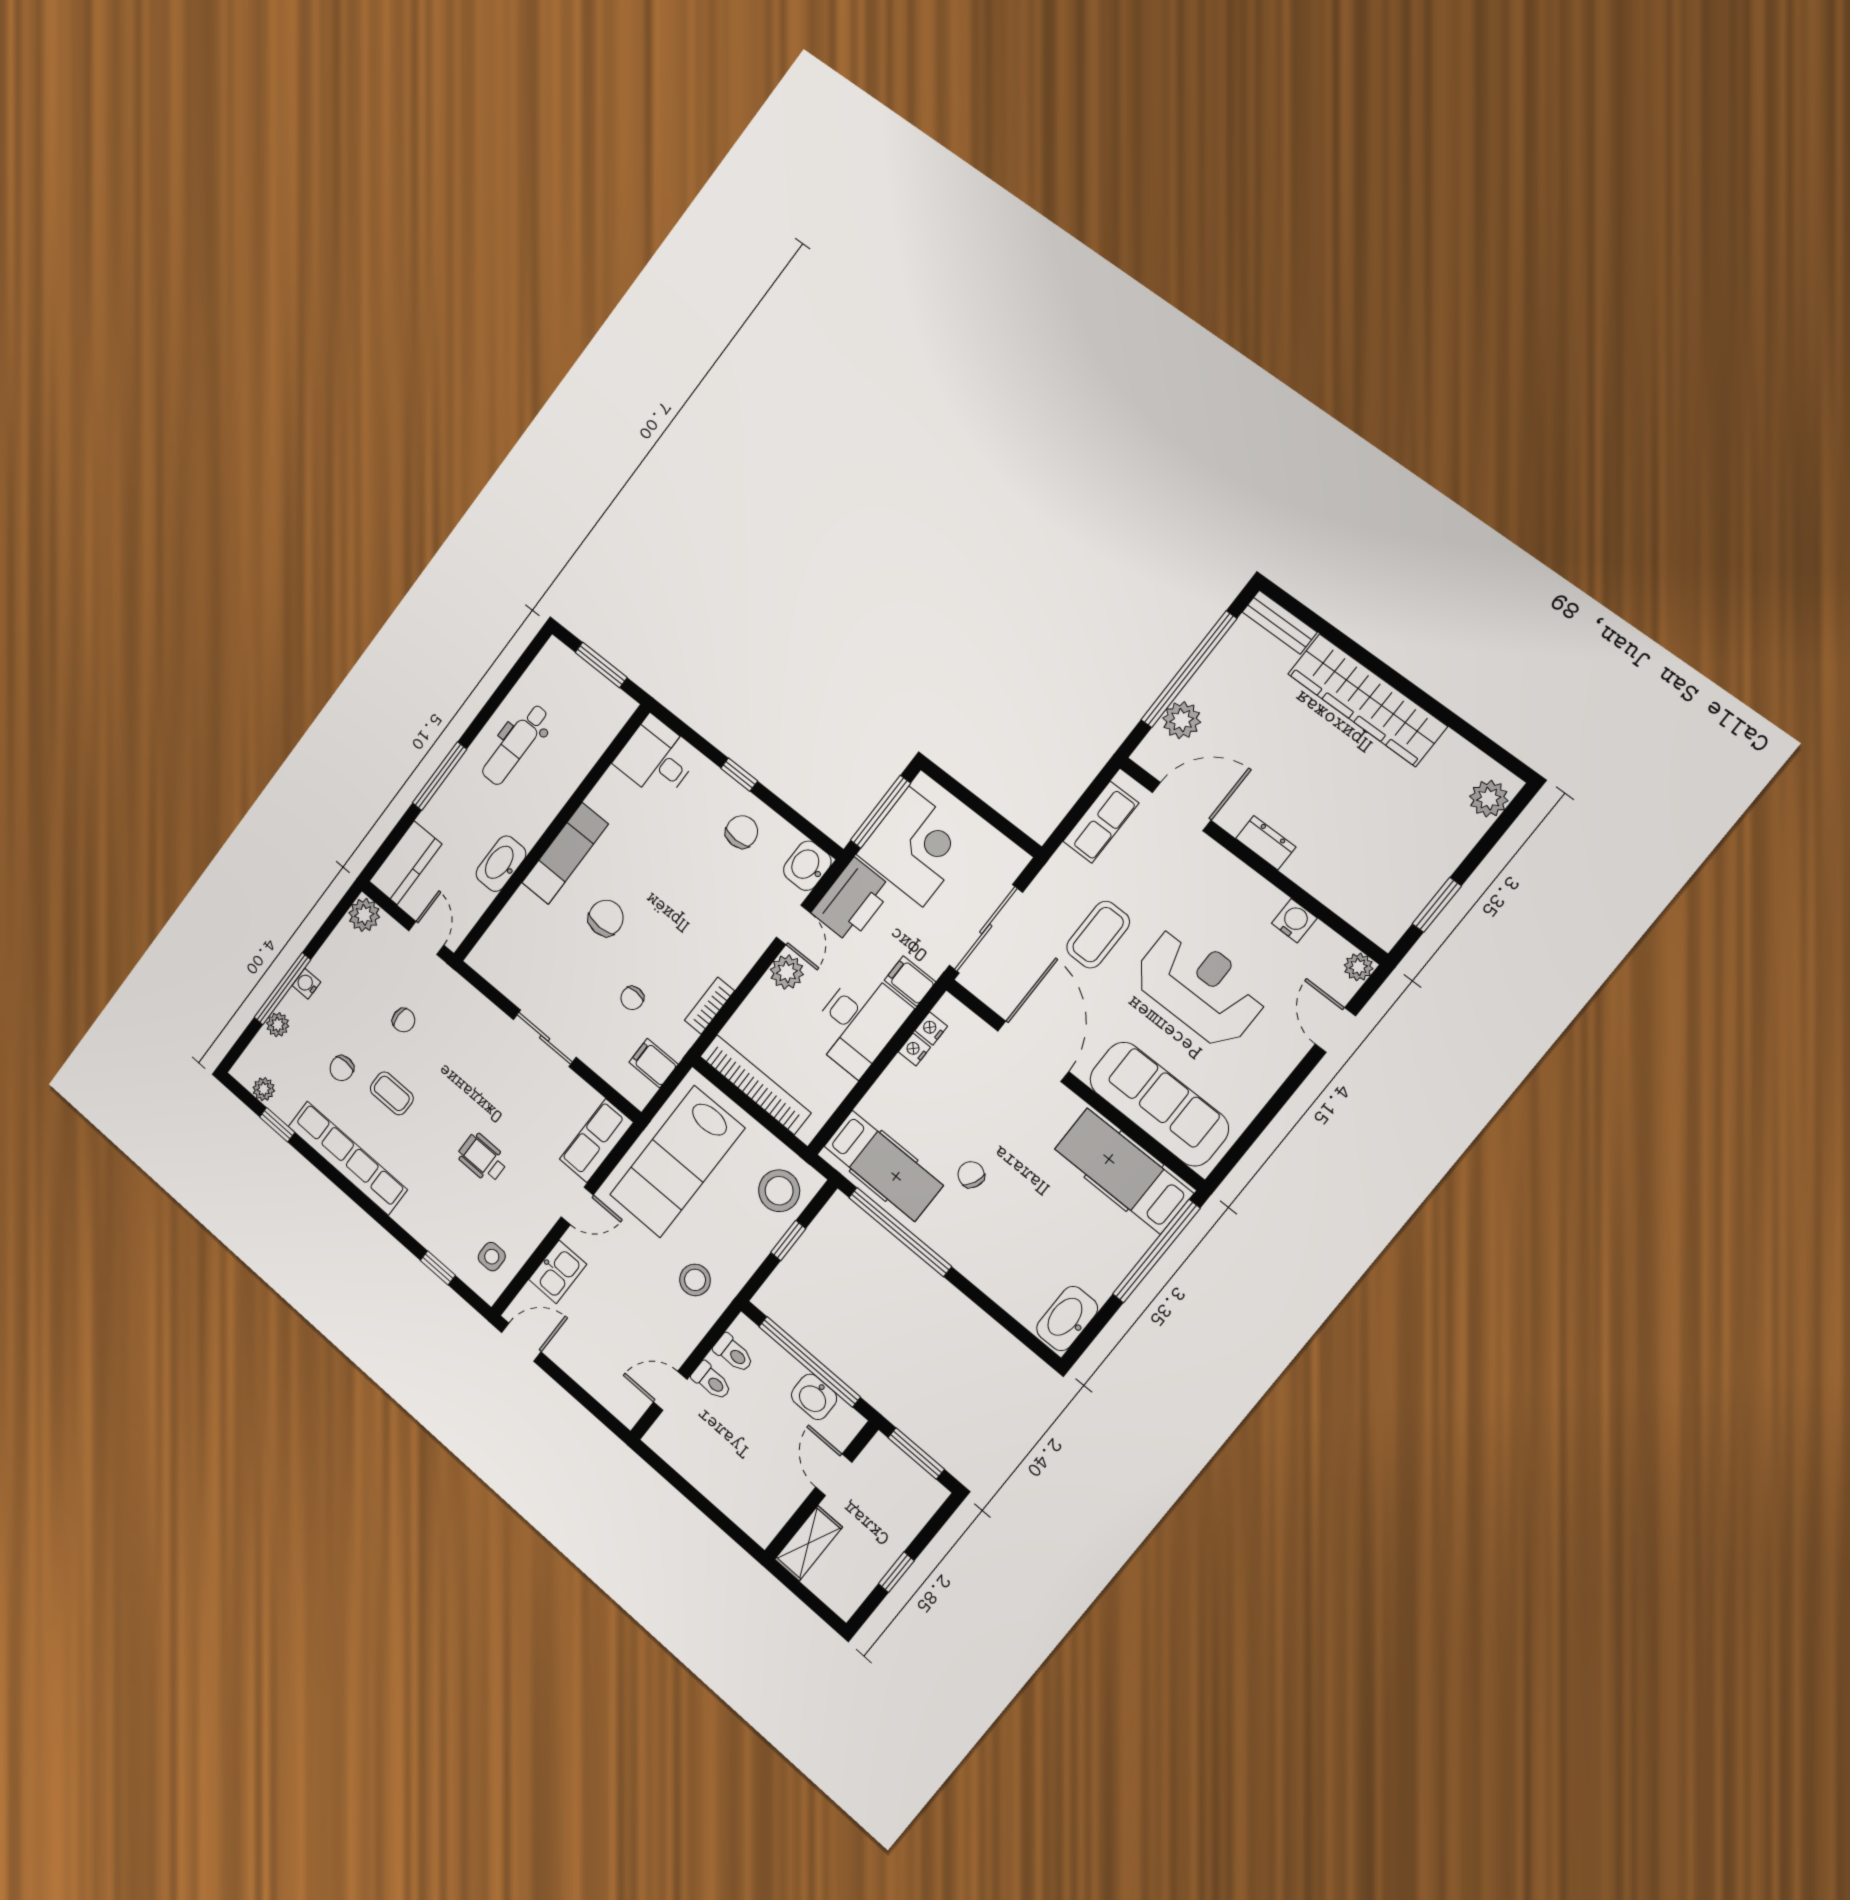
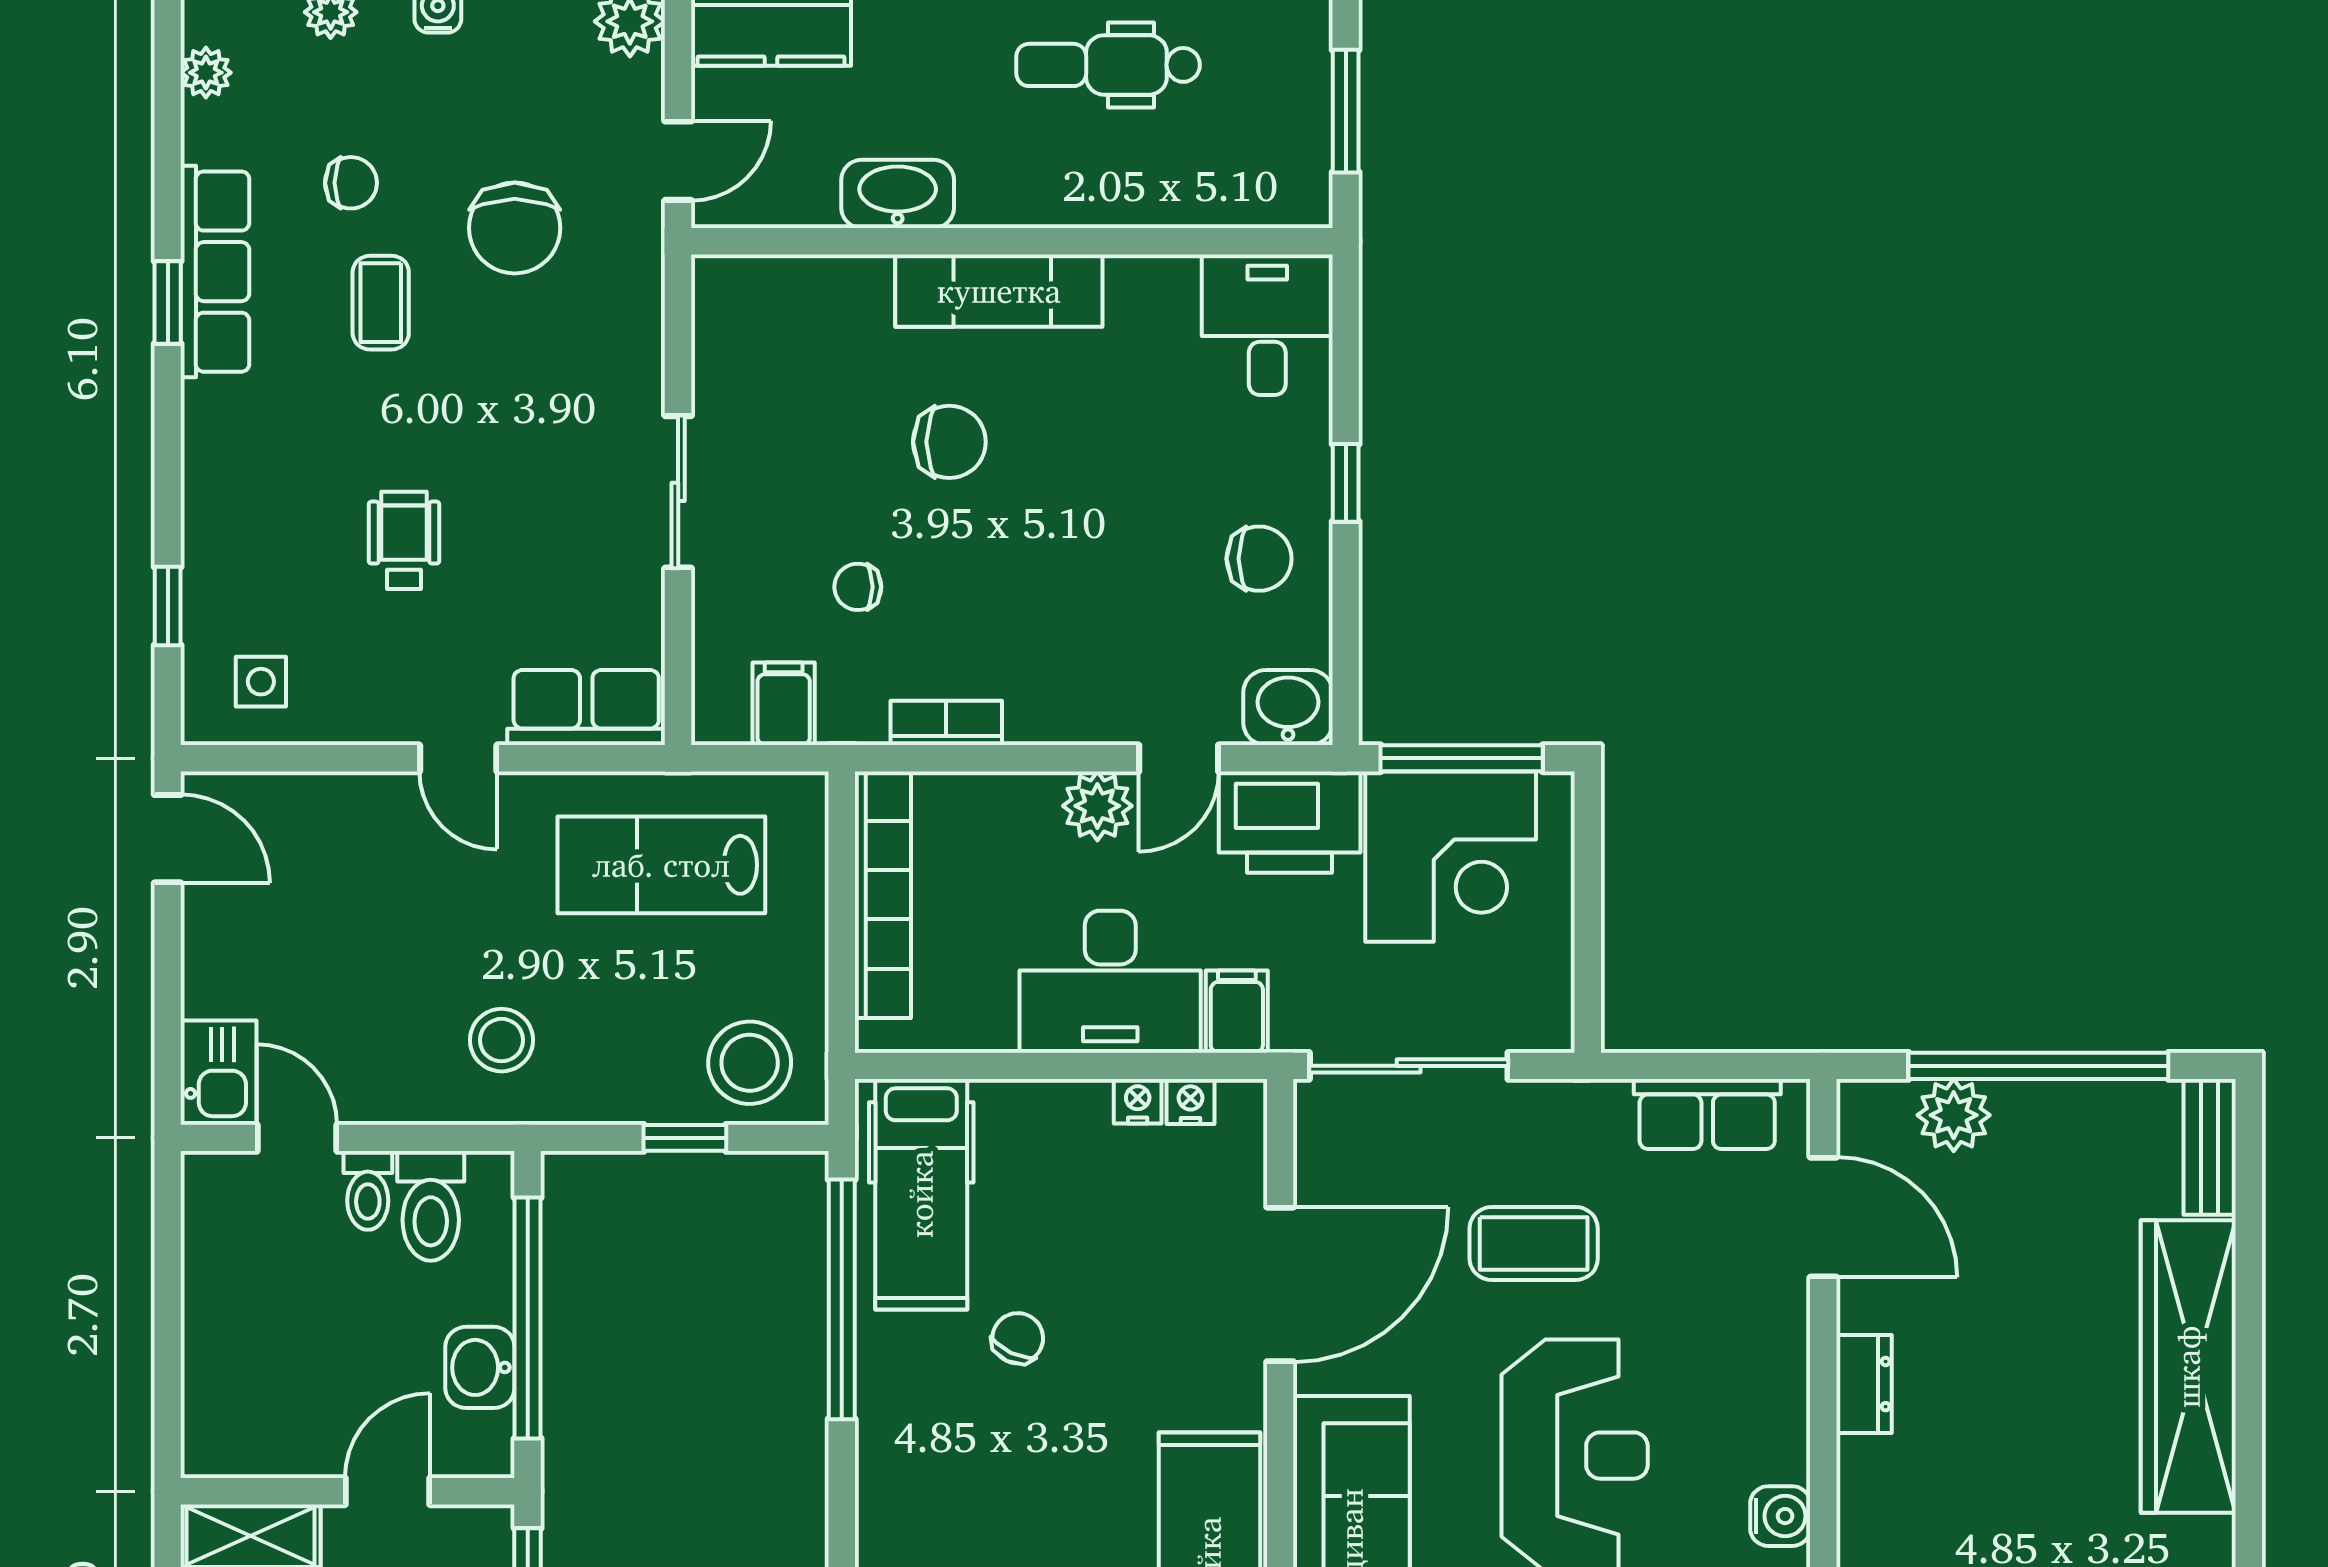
chair: (404, 1020) -> (515, 228), width x1.87, depth x1.87
chair: (342, 1068) -> (351, 183), turned 180
window: (277, 1125) -> (168, 302), moved
row of seats: (348, 1158) -> (215, 272), width x0.73
lab bench: (677, 1161) -> (661, 865), width x0.73, depth x0.72
kitchen sink: (558, 1272) -> (219, 1073), moved, turned -90
toilet: (733, 1353) -> (431, 1206), width x1.37, depth x1.39

